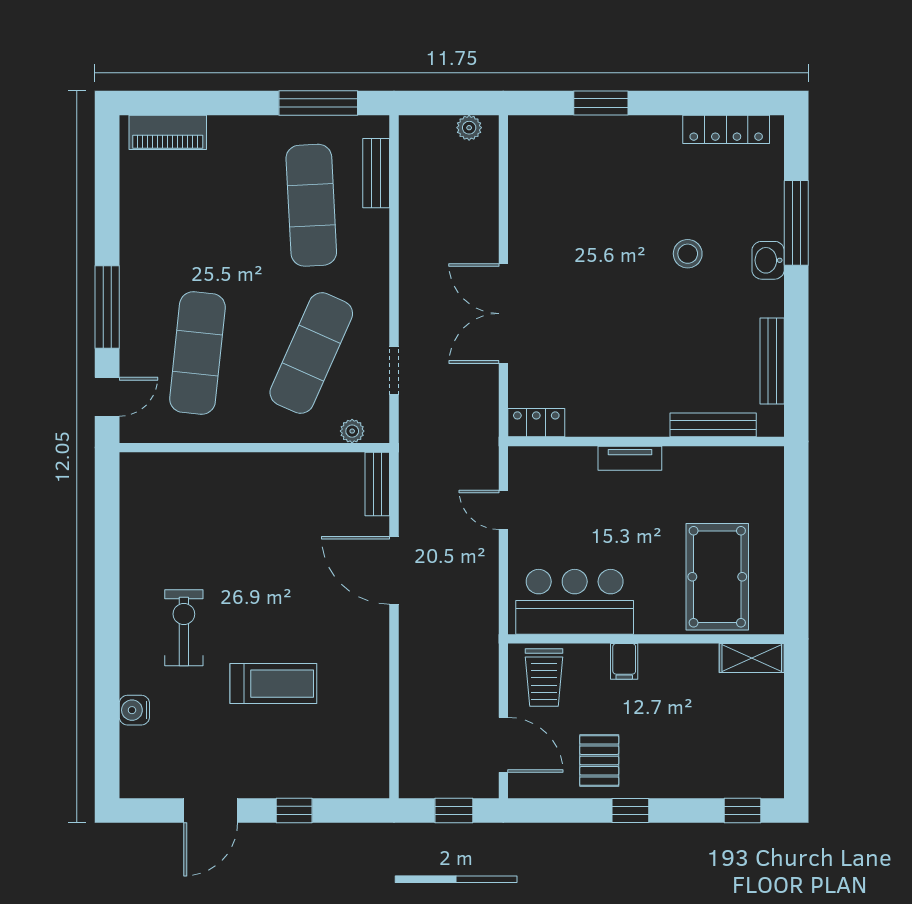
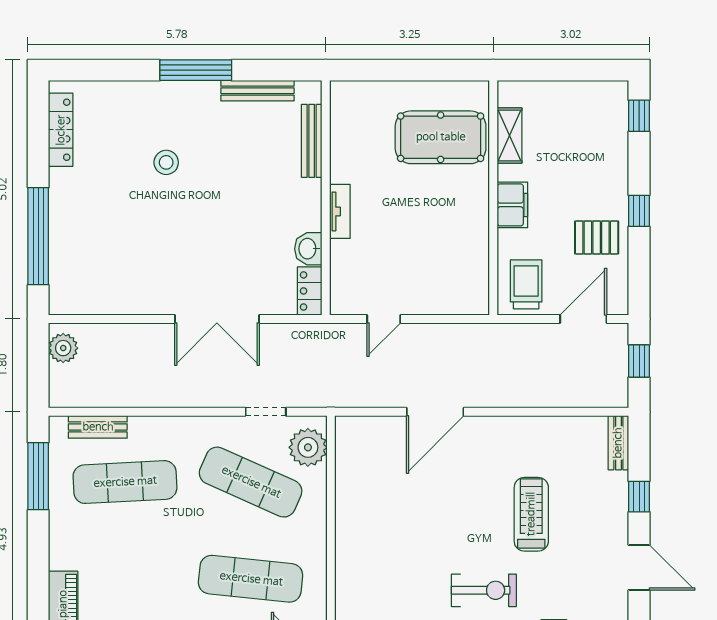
window: (601, 103) -> (38, 236), width x2.11
plant: (469, 128) -> (63, 348), width x1.38, depth x1.38
window: (796, 223) -> (196, 70), moved
washbasin: (768, 260) -> (308, 249), moved, turned 90
plant: (352, 431) -> (308, 447), width x1.87, depth x1.87
bench: (377, 484) -> (618, 443), moved, turned 90
bar counter: (575, 602) -> (462, 258), removed
exercise bike: (184, 628) -> (484, 590), turned 180
shelving: (752, 658) -> (510, 135), moved
filing cabinet: (624, 661) -> (512, 205), width x2.00
trolley: (544, 677) -> (526, 284), turned -90

